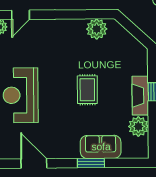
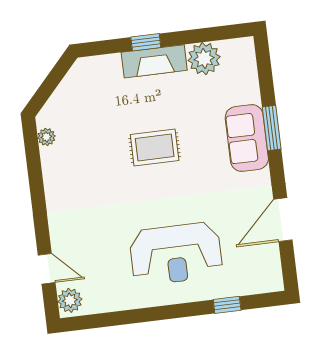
plant: (97, 29) -> (46, 137), width x0.53, depth x0.53
sofa: (101, 147) -> (247, 138), moved

